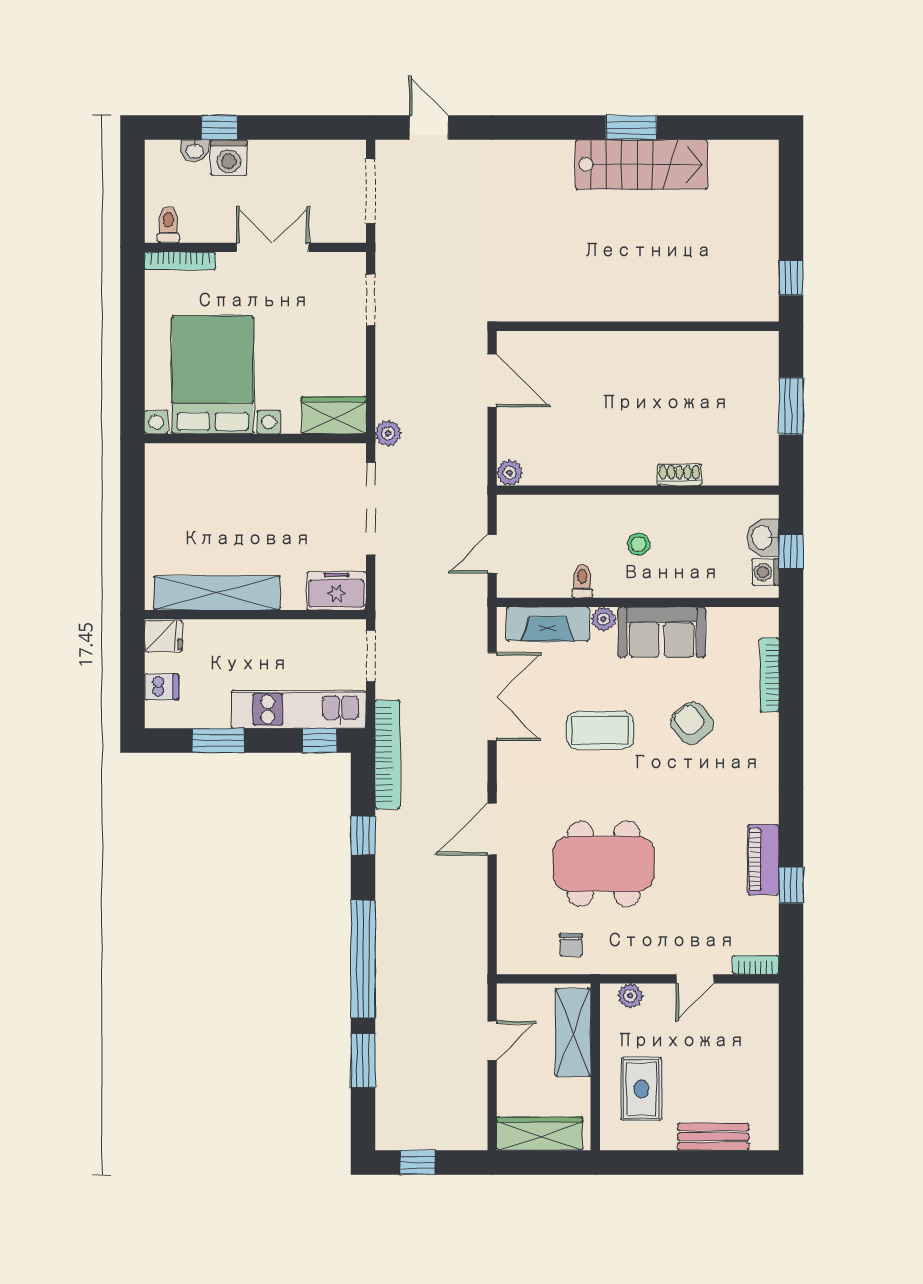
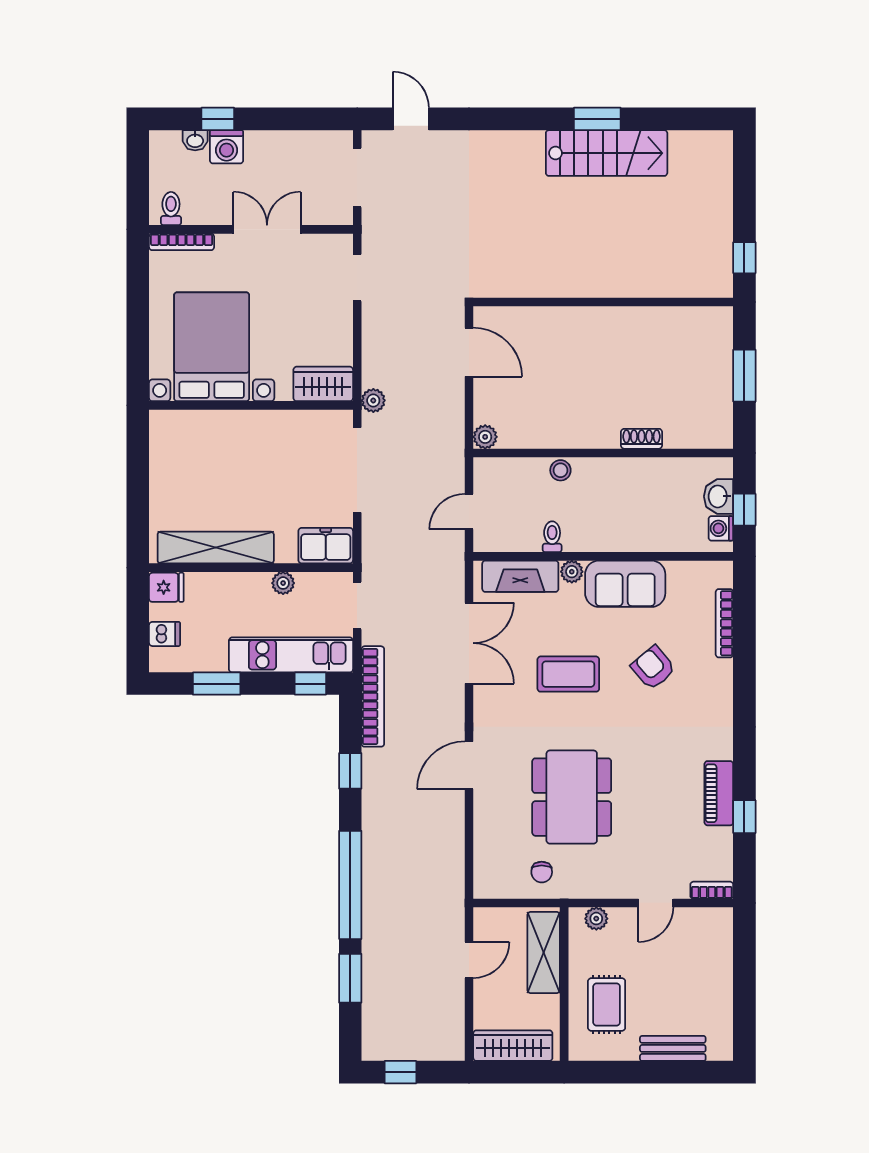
stool: (639, 544) -> (560, 470), moved
plant: (290, 631) -> (283, 583), added
dining table: (604, 864) -> (572, 797), turned 90

